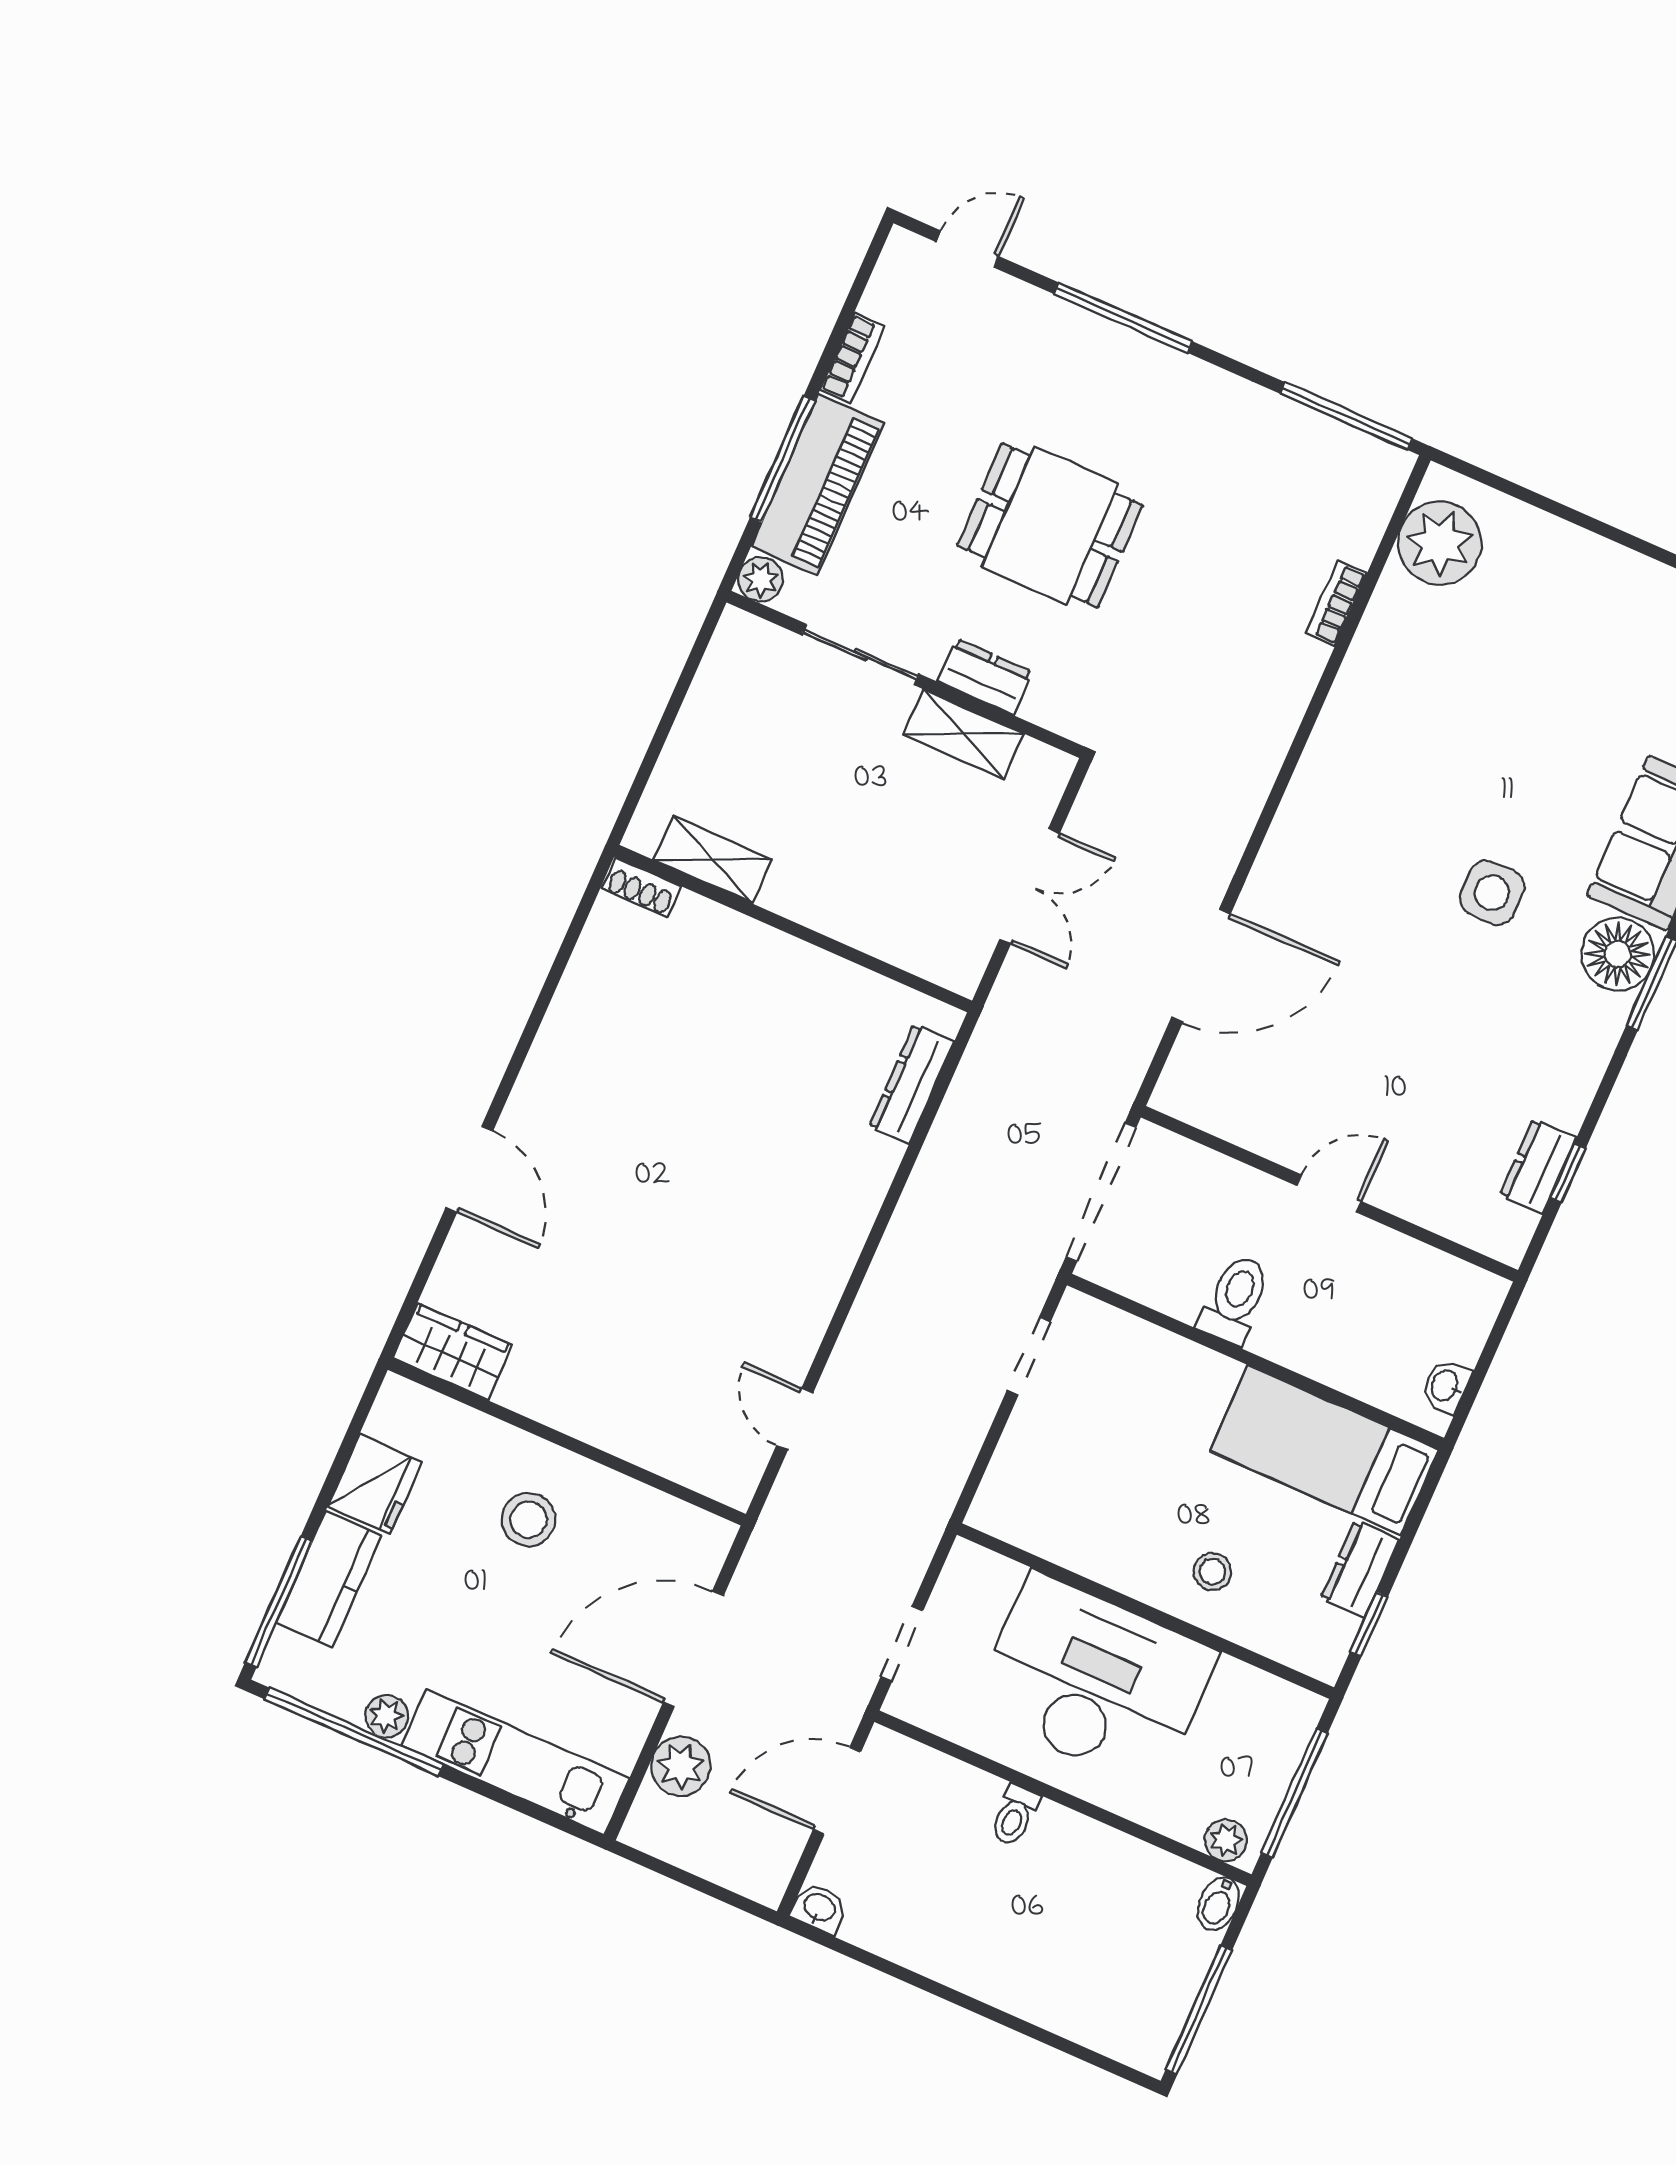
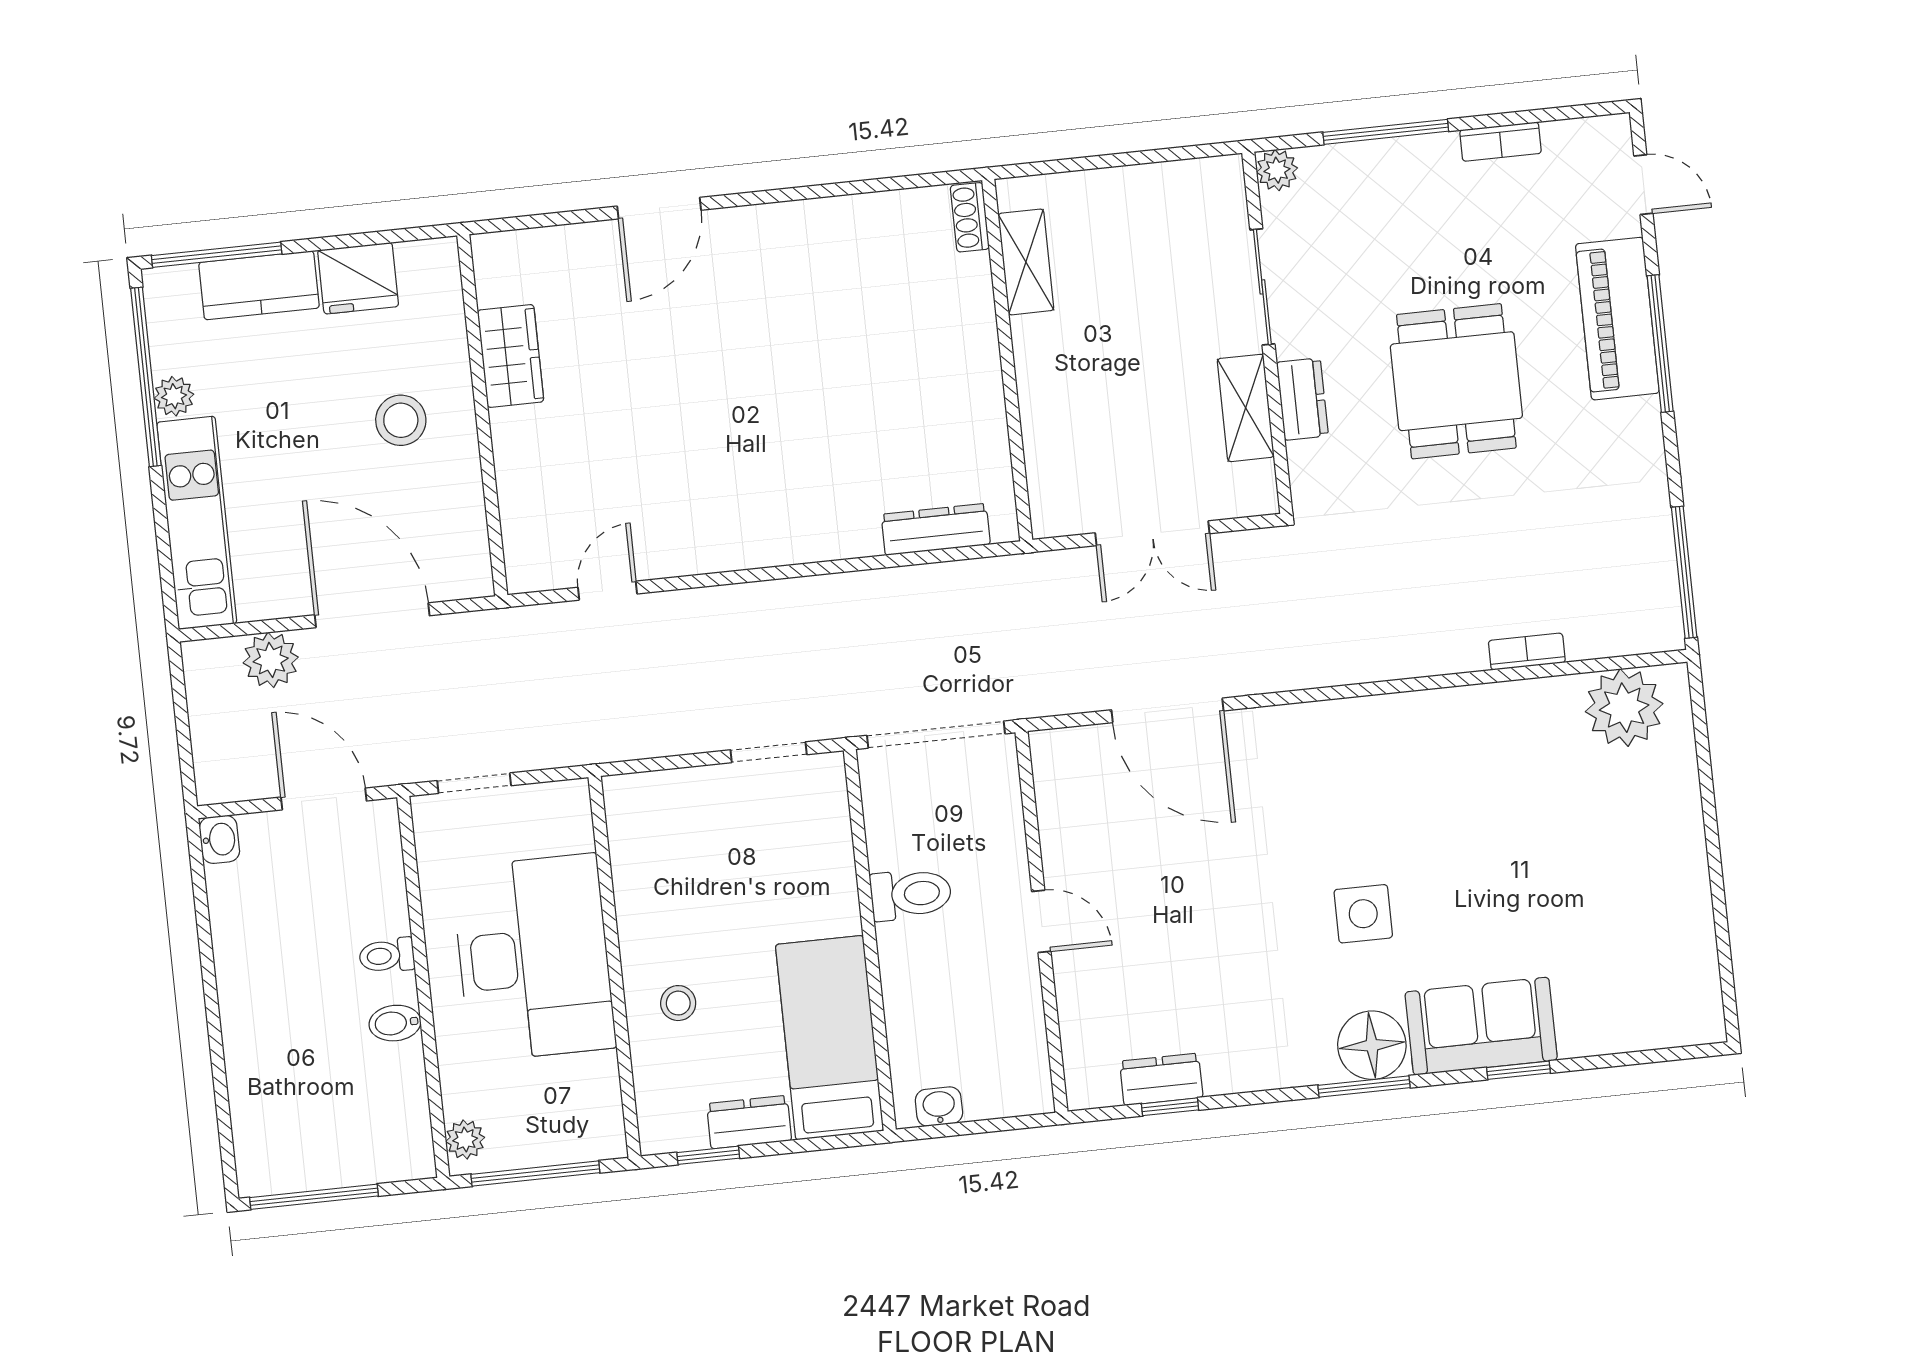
piano: (818, 485) -> (1617, 319), moved, turned 90
wardrobe: (453, 1352) -> (511, 356), moved
bidet: (1218, 1904) -> (395, 1023), moved

